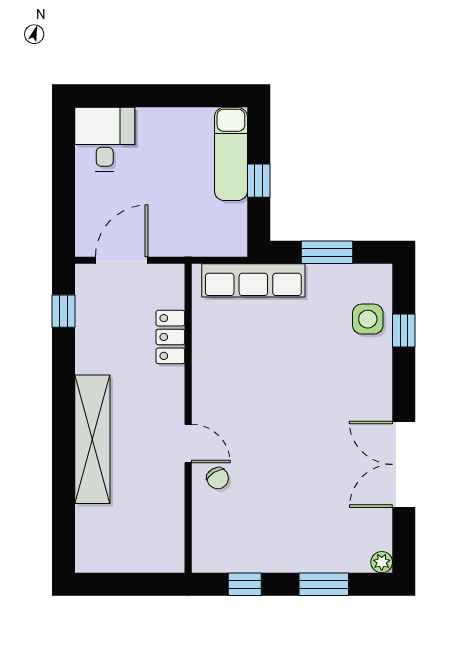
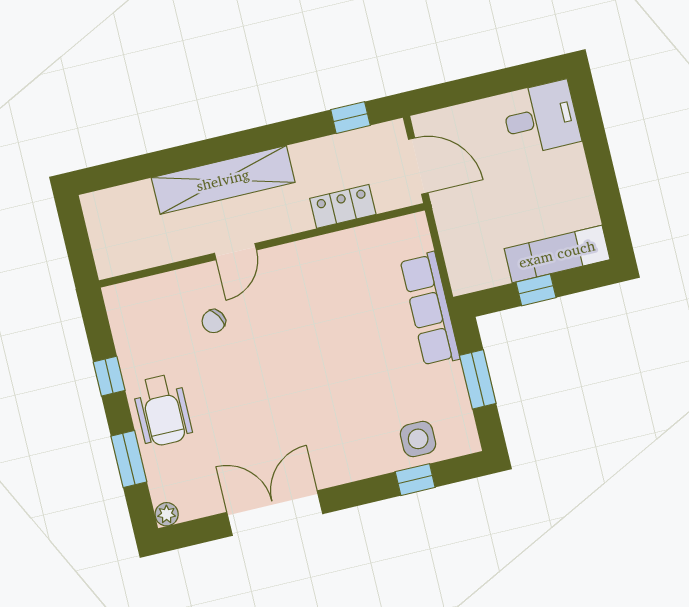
locker: (170, 337) -> (343, 206), moved
wall: (188, 418) -> (262, 245), moved
door: (188, 444) -> (235, 252), moved
wheelchair: (287, 543) -> (162, 410), added

